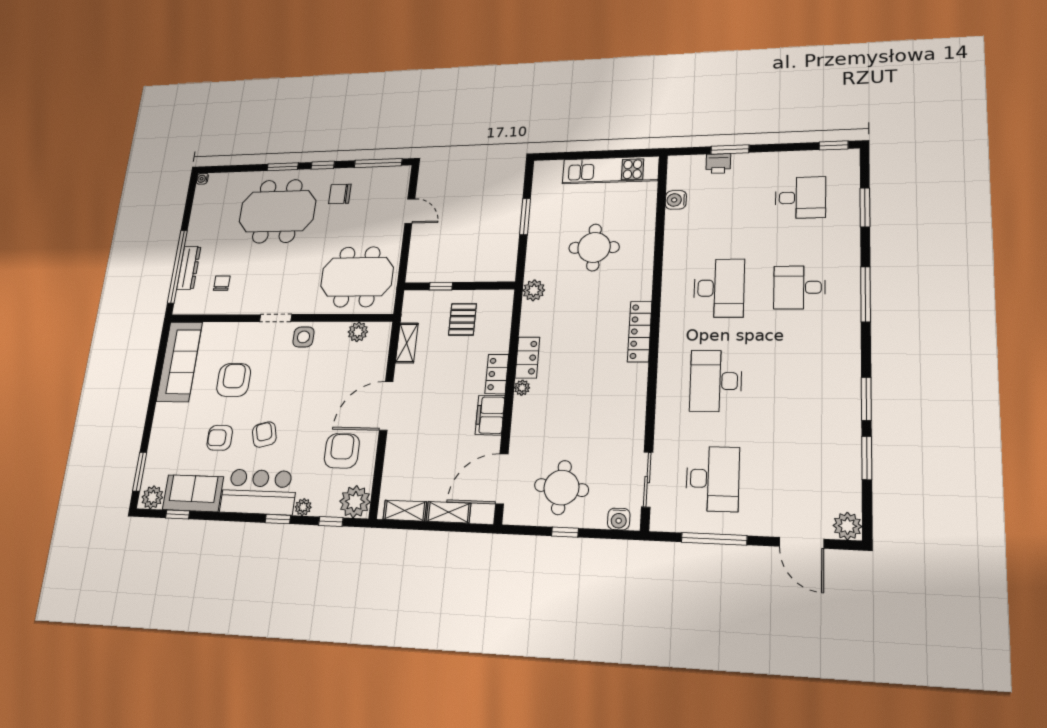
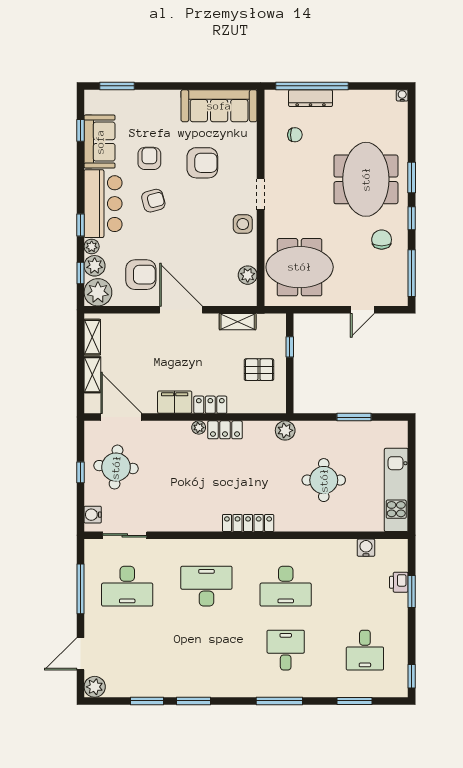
meeting table: (357, 277) -> (300, 267), turned 90
plant: (152, 497) -> (95, 266), moved

